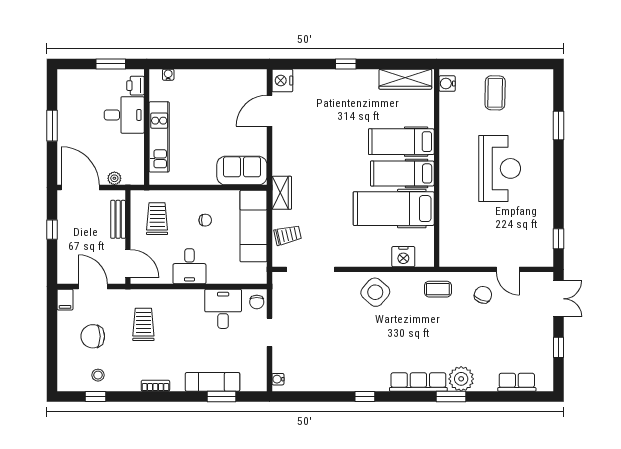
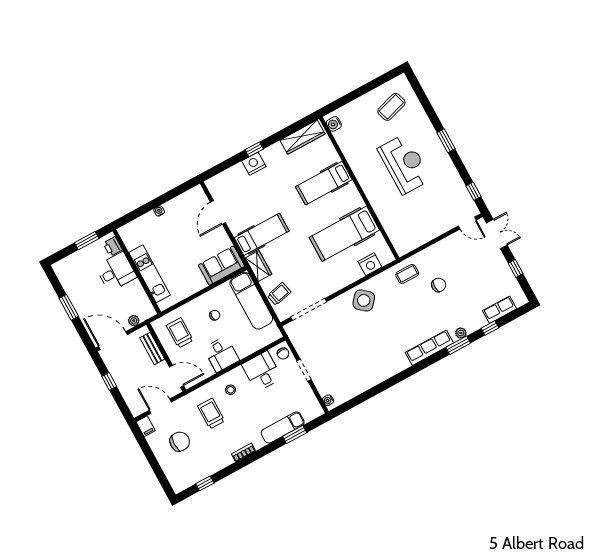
water cooler: (168, 75) -> (159, 211), moved
nightstand: (282, 81) -> (254, 164), moved, turned 90
coffee table: (495, 93) -> (391, 107), moved, turned 72
window: (559, 125) -> (446, 141), moved
hospital bed: (402, 173) -> (262, 234), moved, turned 180
door: (508, 269) -> (467, 223), moved
chair: (483, 295) -> (439, 285), moved, turned 69
chair: (93, 336) -> (180, 442), turned 180
stool: (98, 375) -> (231, 390), moved
plant: (461, 379) -> (461, 333), width x0.53, depth x0.53
window: (365, 396) -> (490, 328), moved

